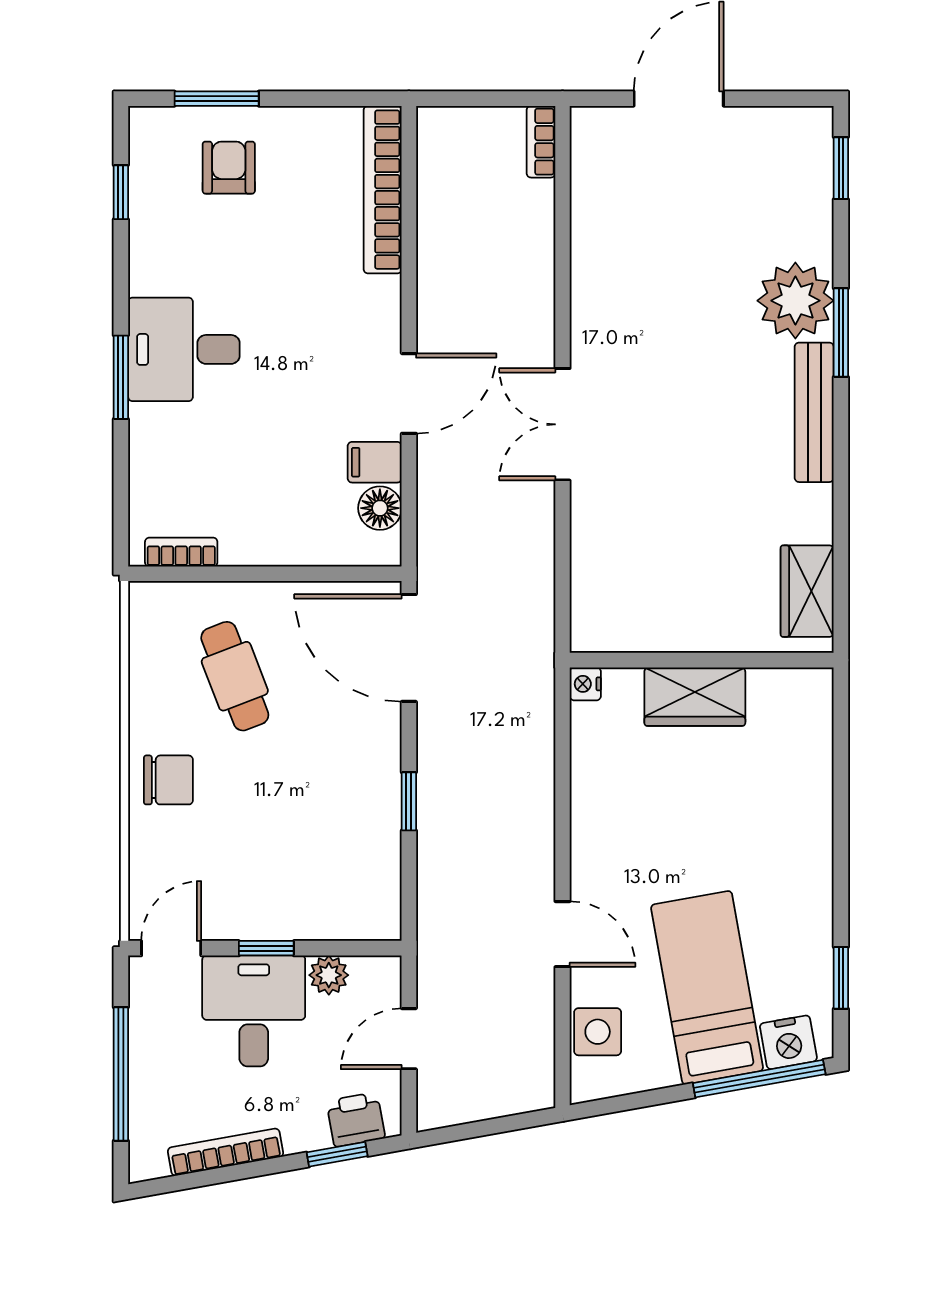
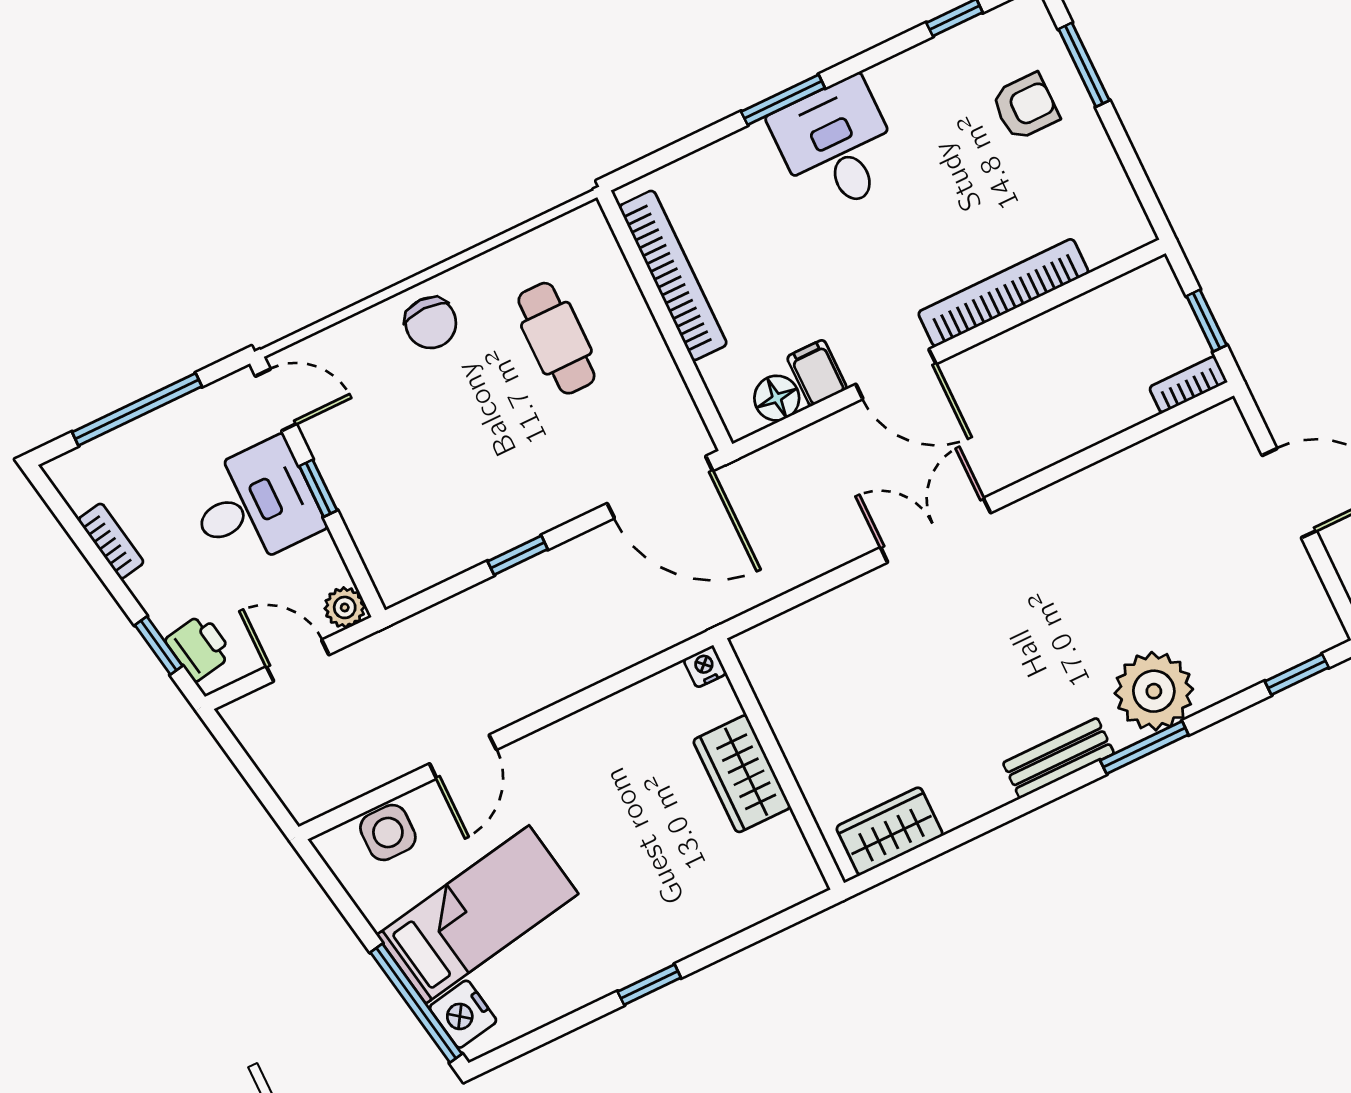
window: (493, 99) -> (1207, 321), added
bookcase: (383, 190) -> (1003, 293), moved
bench: (814, 412) -> (1058, 758), width x0.73
bookcase: (181, 552) -> (673, 275), width x2.31, depth x1.31
door: (409, 648) -> (660, 487), swing flipped
cafe table: (235, 676) -> (556, 338), turned -69
plant: (329, 975) -> (345, 607), moved
window: (841, 978) -> (649, 985), moved
bookcase: (226, 1152) -> (111, 541), width x0.64

